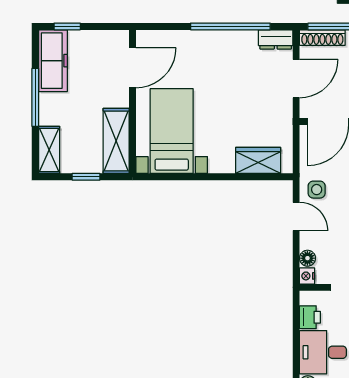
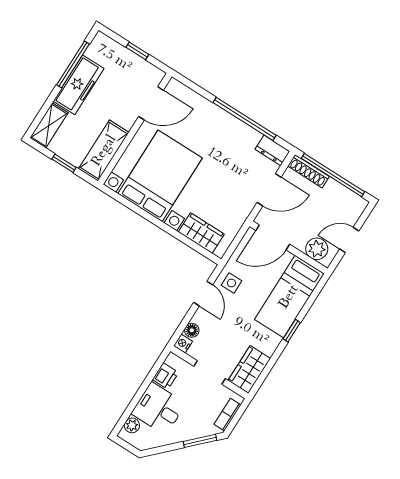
window: (67, 26) -> (137, 51), moved
freezer: (53, 61) -> (79, 85), moved
window: (35, 97) -> (73, 64), moved
bed with nightstands: (172, 131) -> (160, 176), width x1.36

